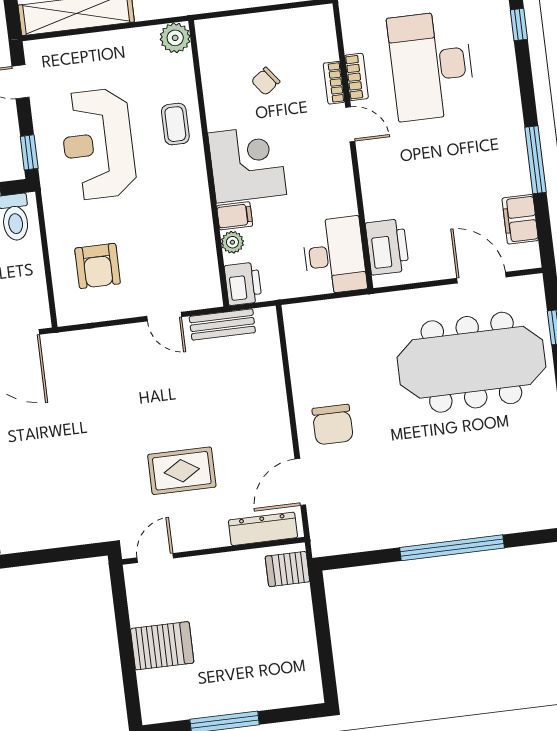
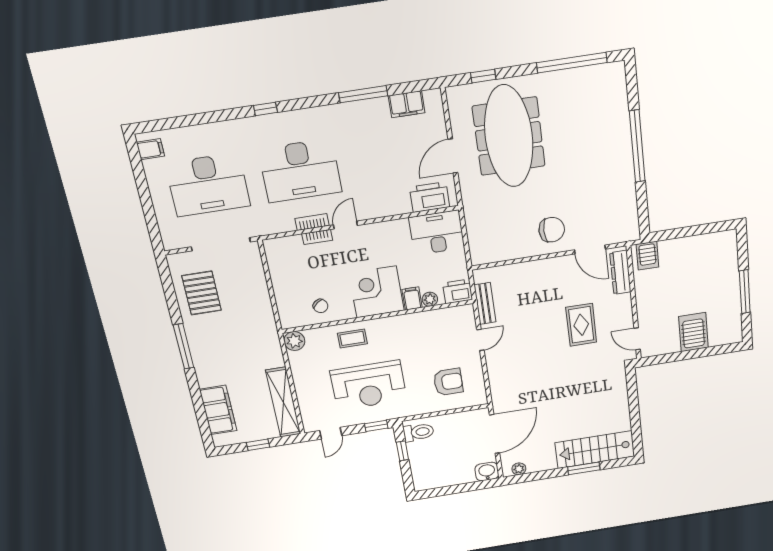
chair: (266, 81) -> (320, 306), moved
door: (481, 278) -> (453, 156), moved

